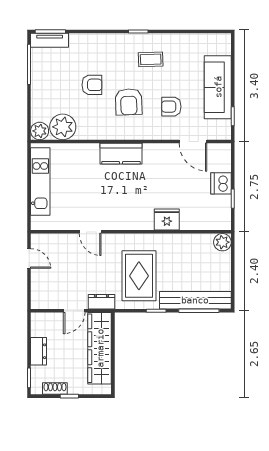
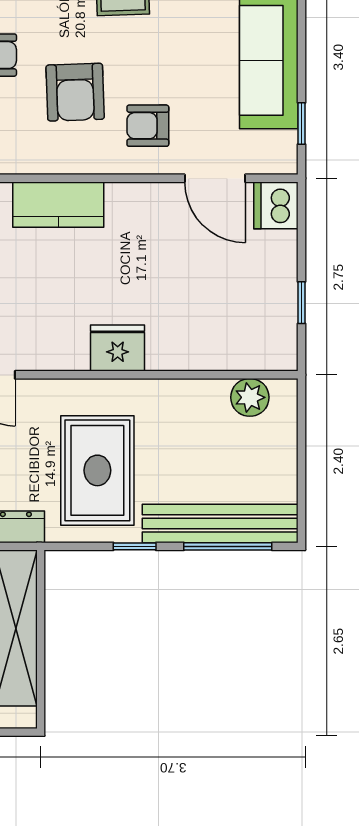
armchair: (171, 107) -> (148, 126), moved
dishwasher: (221, 183) -> (276, 205), moved
fridge: (167, 220) -> (118, 348), moved
plant: (222, 242) -> (250, 397), moved

